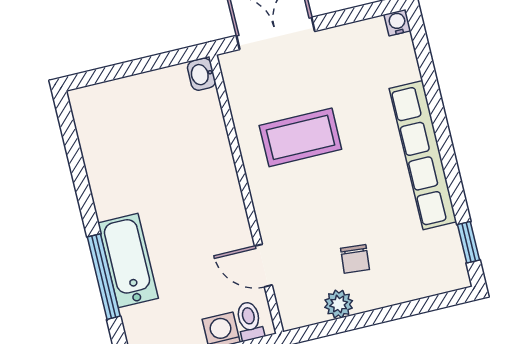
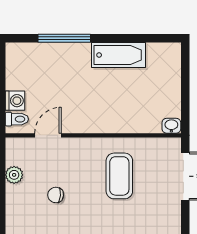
chair: (355, 259) -> (56, 195), moved
bathtub: (128, 261) -> (118, 55), moved

